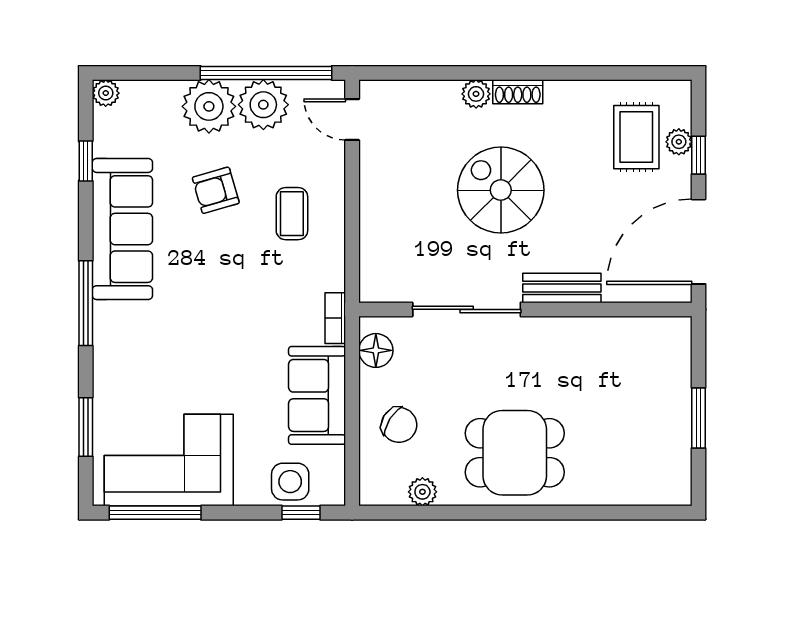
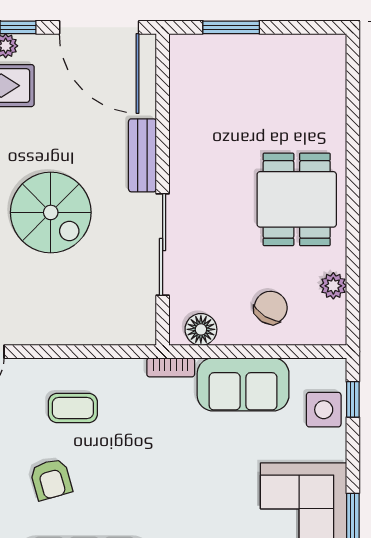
spiral stairs: (501, 190) -> (51, 212), turned -90
window: (699, 418) -> (231, 27), moved

